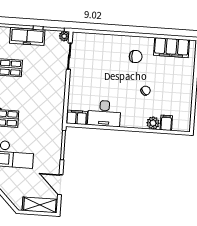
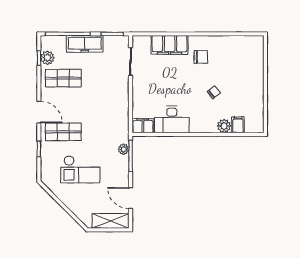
plant: (64, 36) -> (124, 149), moved
filing cabinet: (171, 48) -> (170, 45), moved

